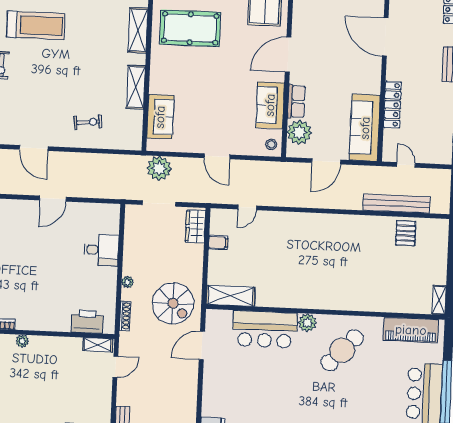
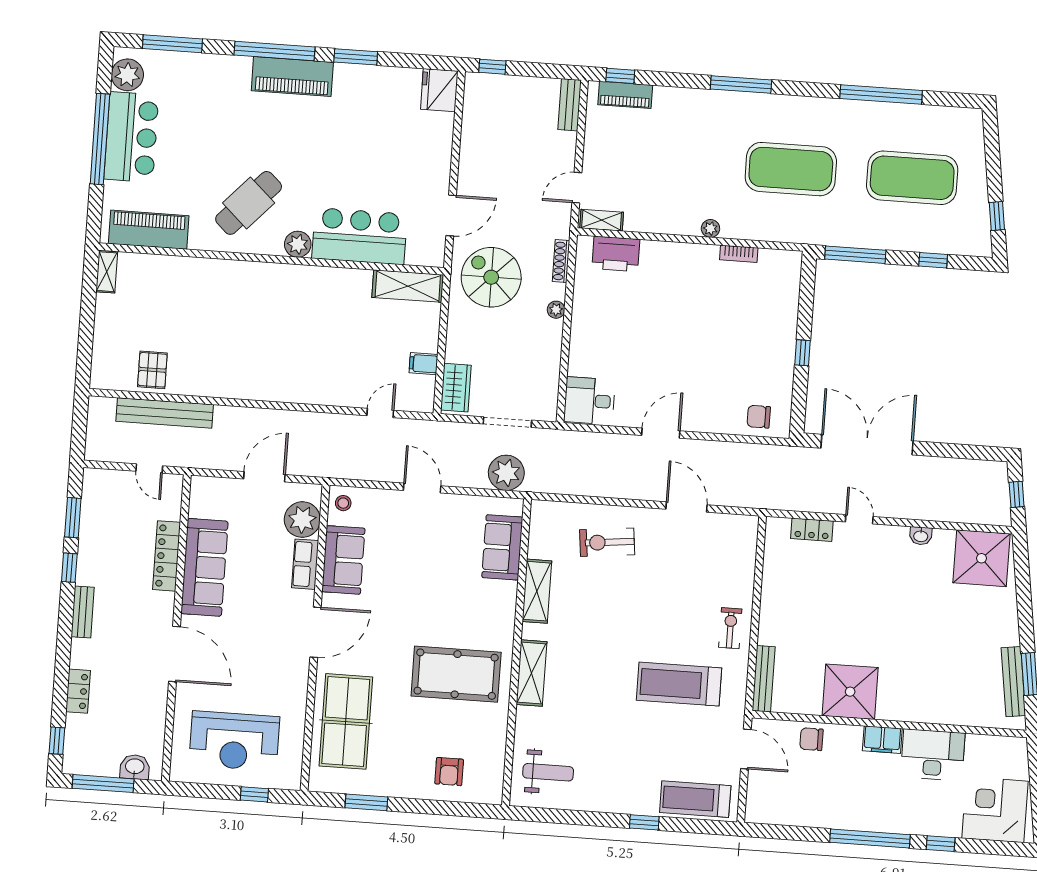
exercise bike: (88, 122) -> (607, 542), width x1.38, depth x1.39
sofa: (365, 128) -> (204, 567), moved
desk: (101, 250) -> (590, 401), moved

